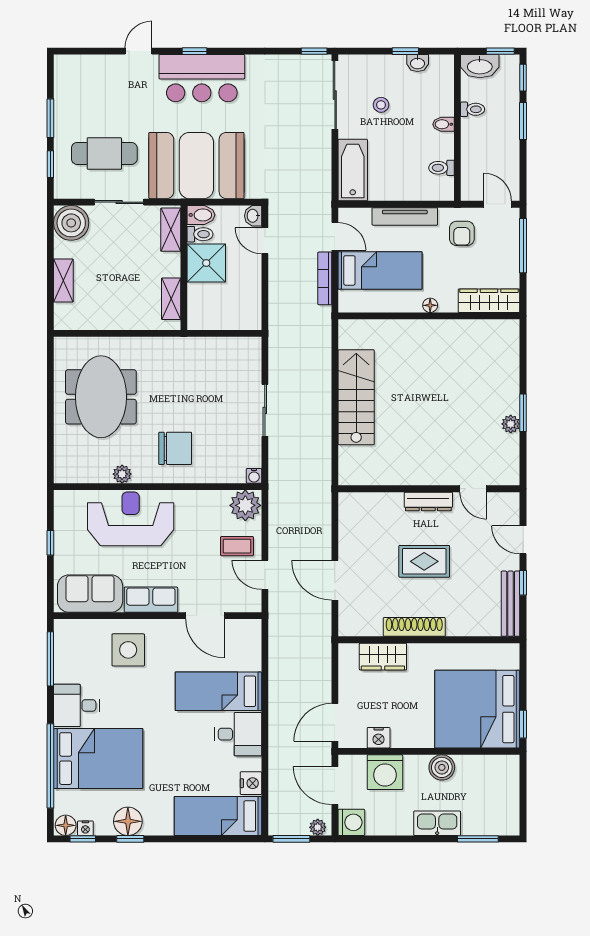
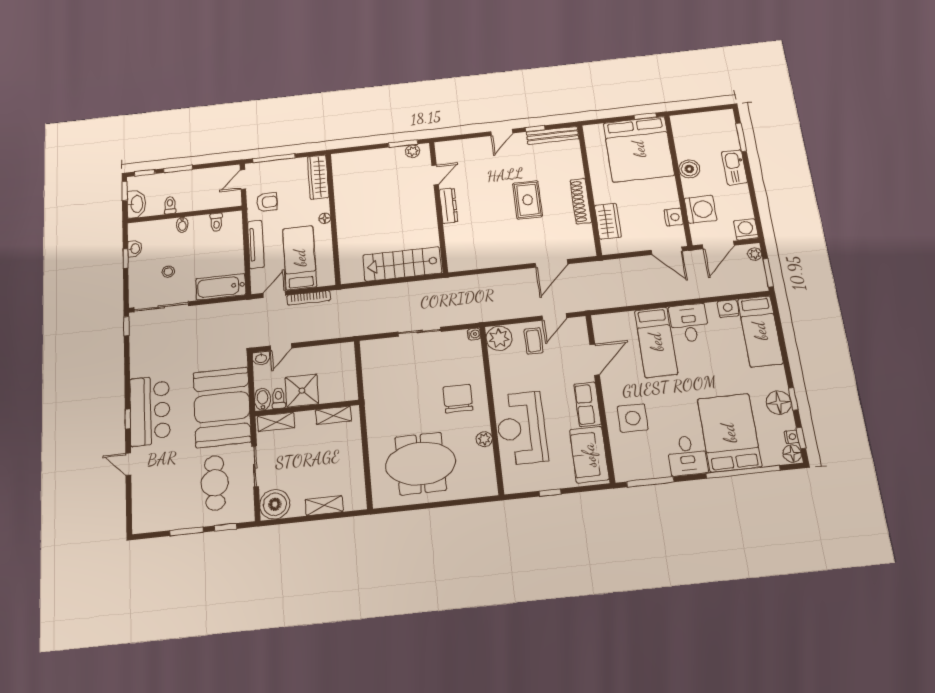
wall: (429, 489) -> (438, 206), moved
door: (473, 489) -> (435, 175), moved
dresser: (428, 501) -> (449, 206), moved

